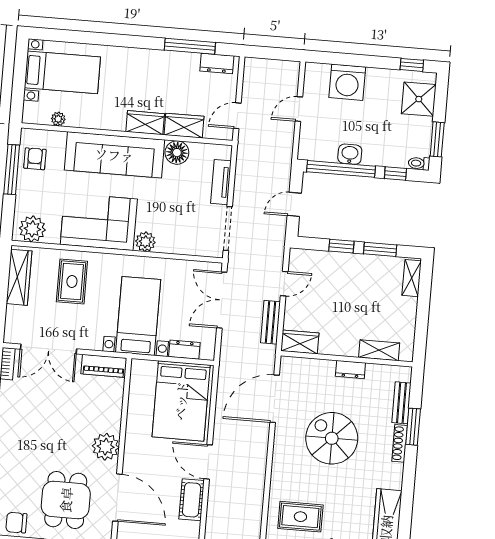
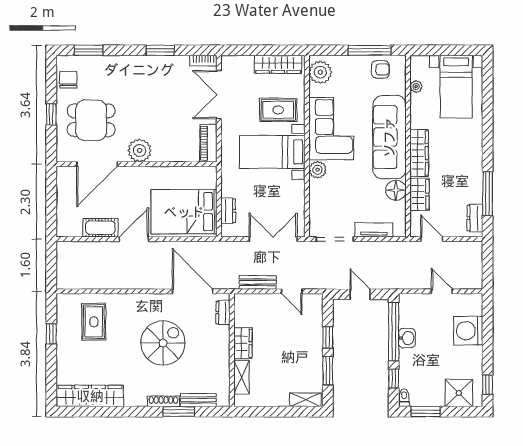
wardrobe: (145, 123) -> (419, 153), width x1.50
bed with nightstands: (138, 316) -> (272, 152), moved, turned 180
wardrobe: (300, 342) -> (243, 343), moved
dresser: (350, 370) -> (223, 312), moved

